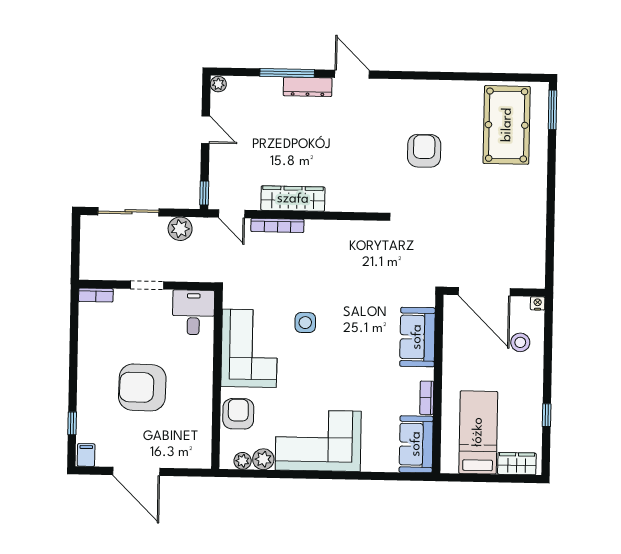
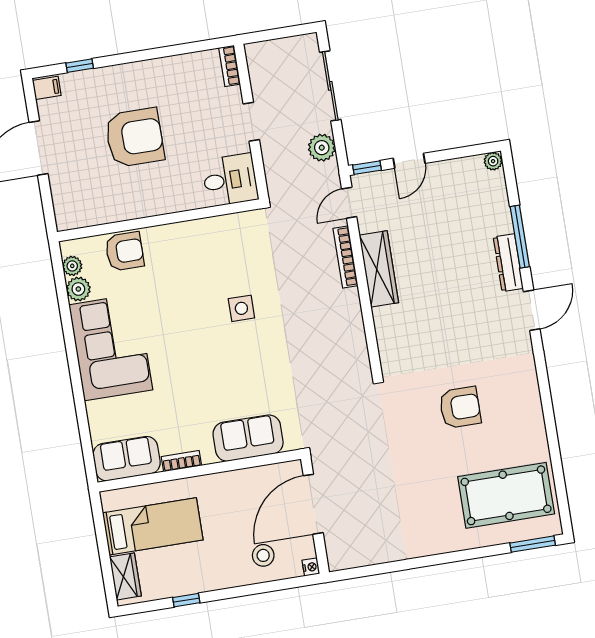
door: (205, 130) -> (409, 161), moved
corner sofa: (249, 348) -> (201, 250), removed
armchair: (142, 387) -> (135, 137), turned 89

